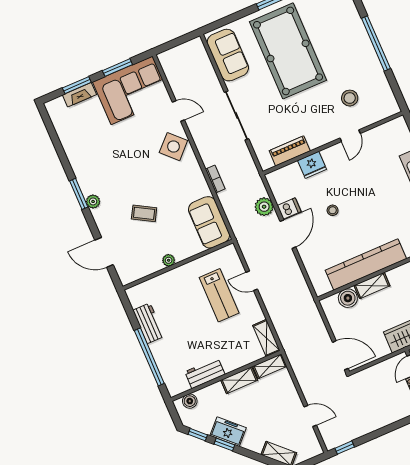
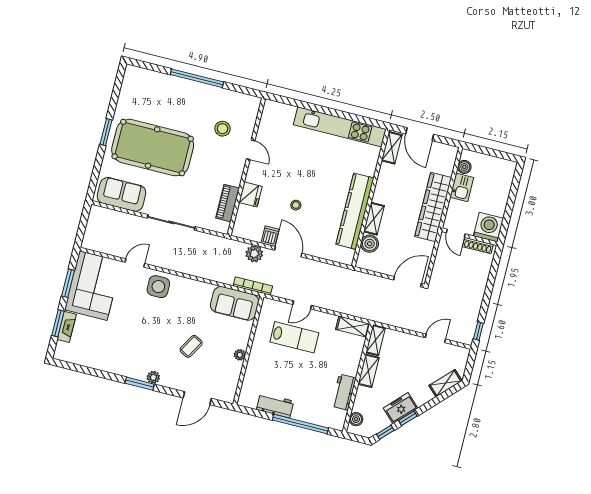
side table: (173, 147) -> (158, 287), turned 45
bookcase: (215, 179) -> (253, 286), moved, width x1.56

